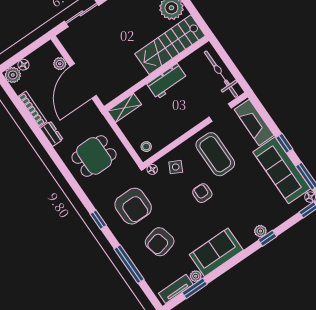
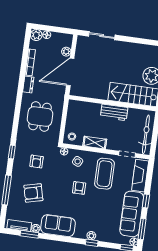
shelving: (125, 108) -> (95, 143), moved
dining table: (94, 156) -> (40, 116), turned 90
armchair: (133, 206) -> (37, 162), width x0.53, depth x0.53

